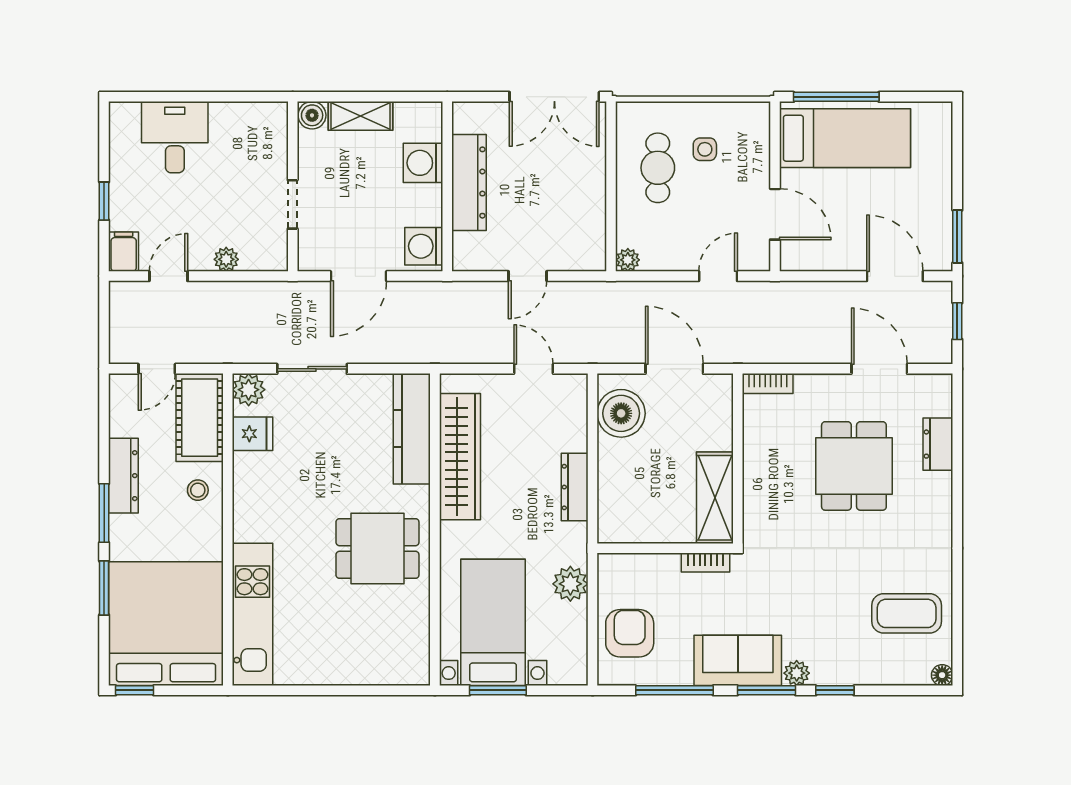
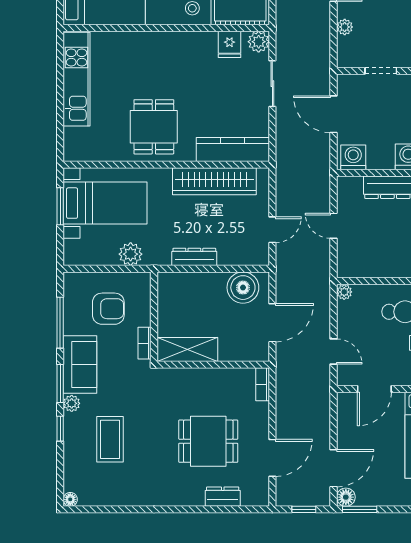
floor lamp: (939, 257) -> (346, 497), added
coffee table: (907, 613) -> (110, 439), moved
kitchen unit: (252, 614) -> (76, 79), moved, turned -90
armchair: (630, 633) -> (108, 309), moved

